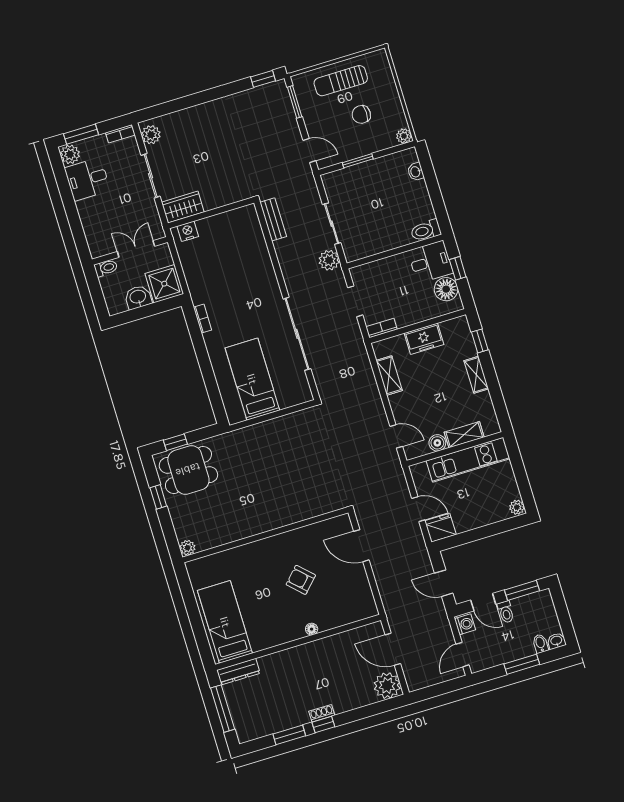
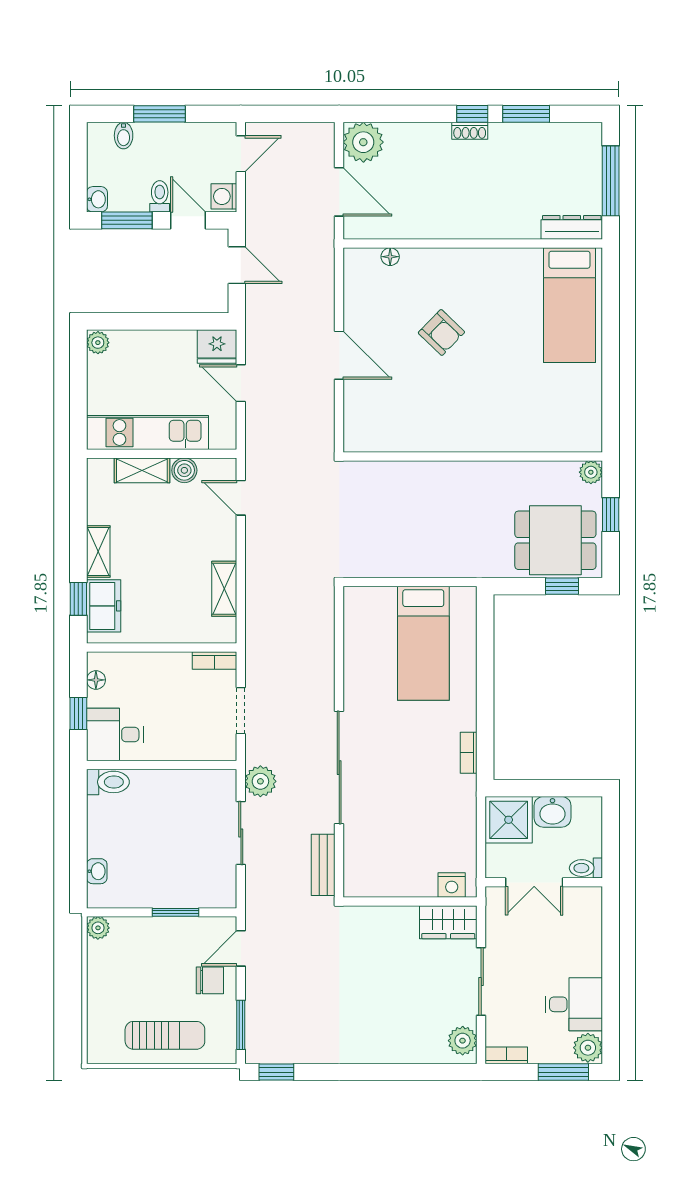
chair: (361, 114) -> (210, 980), moved
door: (309, 150) -> (241, 948), hinge flipped
floor lamp: (446, 289) -> (96, 680), width x0.53, depth x0.53
sliding door: (297, 334) -> (339, 768), moved
freezer: (424, 339) -> (104, 606), moved, turned 90
wall: (265, 535) -> (473, 456), moved
plant: (187, 548) -> (591, 472), moved
floor lamp: (312, 629) -> (390, 257), moved
washbasin: (556, 641) -> (97, 199), moved, turned -90

